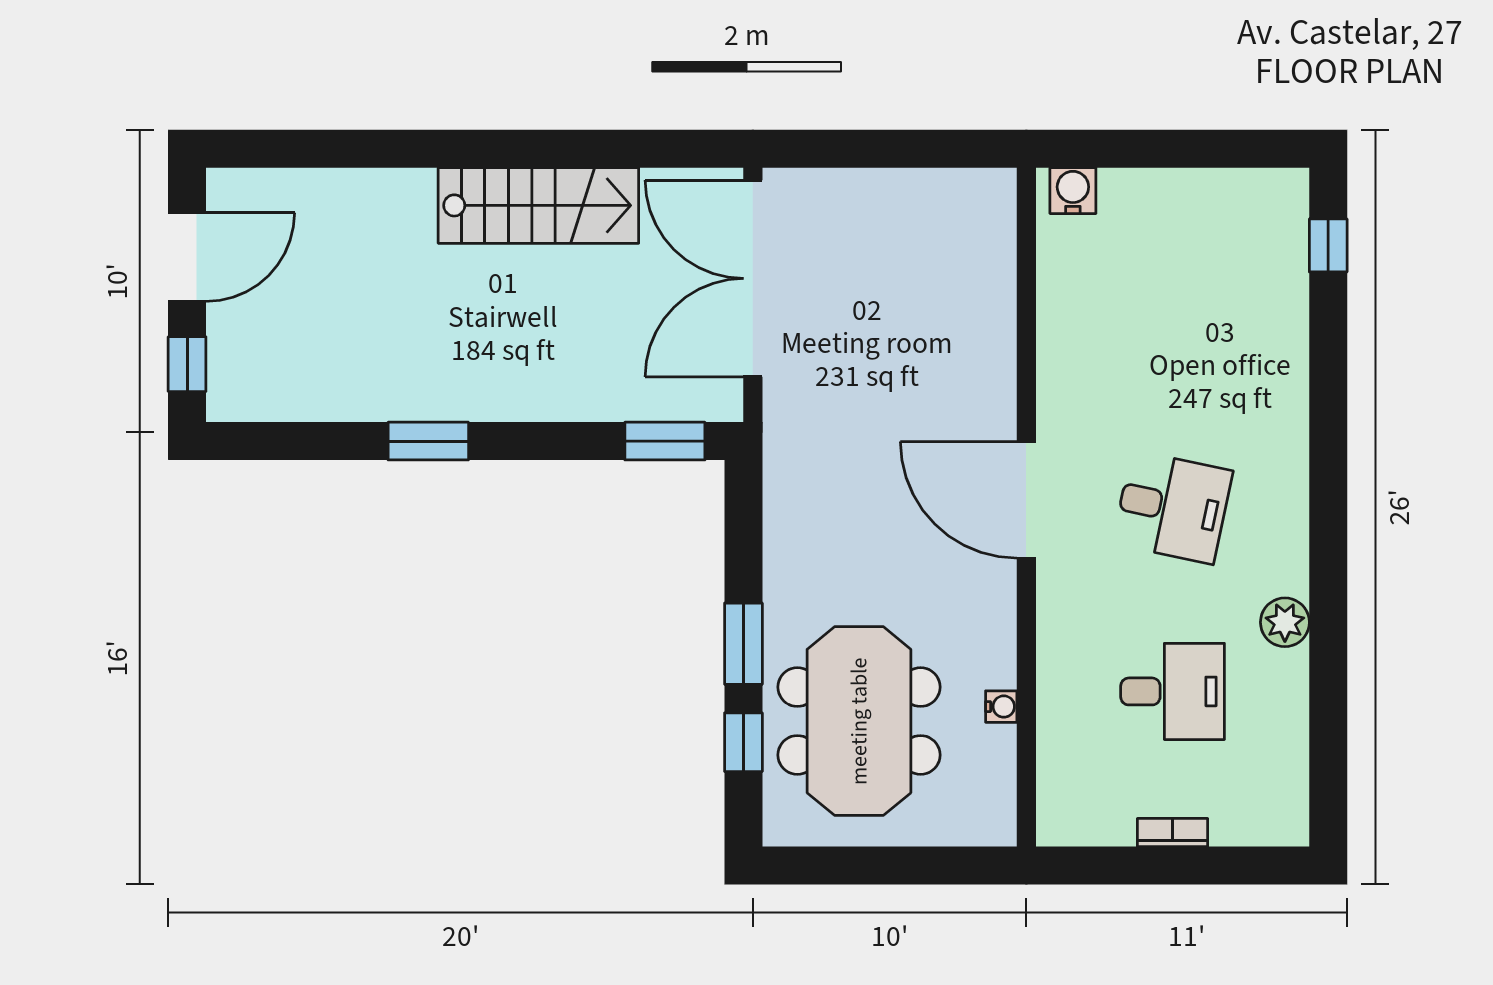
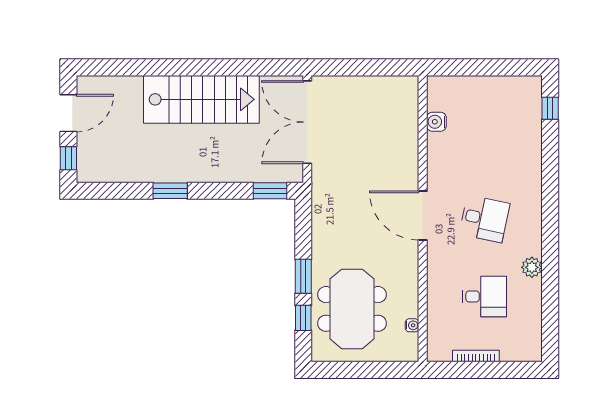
water cooler: (1073, 191) -> (436, 122), moved, turned -90
stairs: (538, 205) -> (201, 99), width x1.36, depth x1.51
water cooler: (1001, 707) -> (412, 325), moved
bookcase: (1172, 832) -> (476, 356), width x1.56

